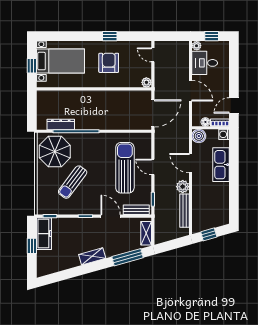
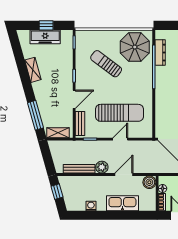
washing machine: (224, 134) -> (91, 206), moved
freezer: (44, 234) -> (45, 37), moved
shelving: (92, 256) -> (33, 70), moved

